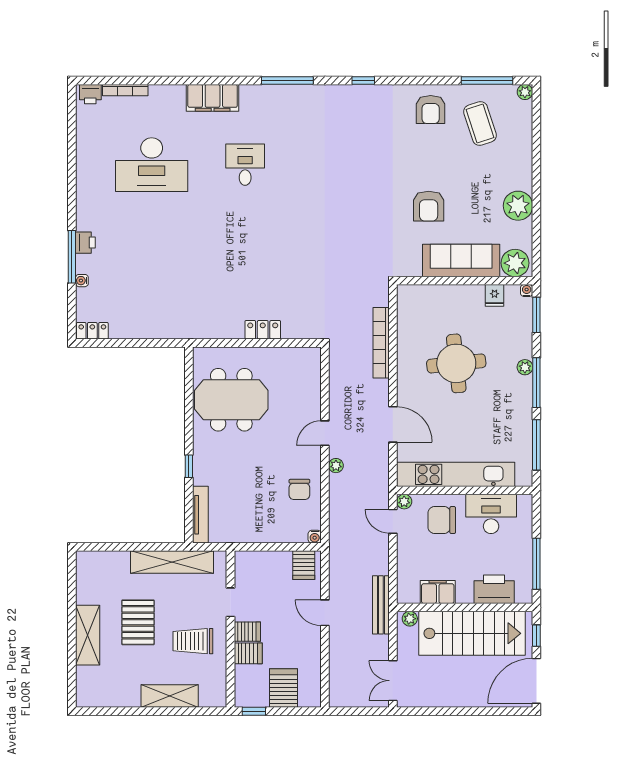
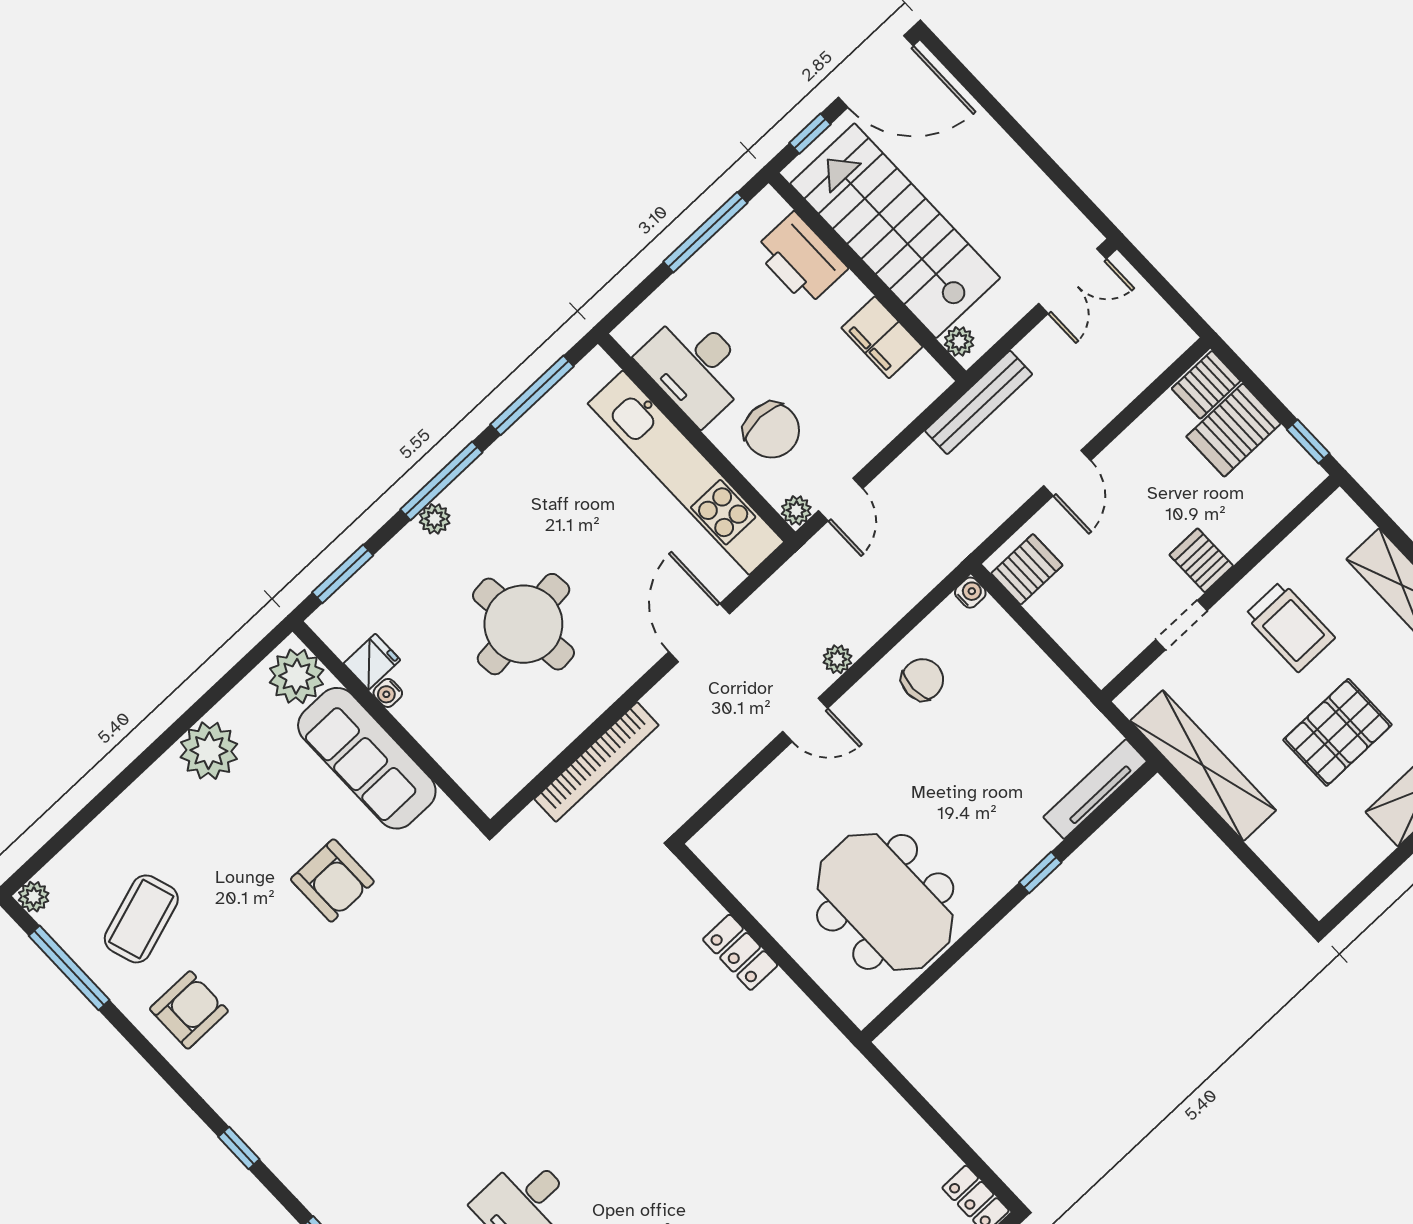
armchair: (429, 206) -> (332, 880), turned 90
water cooler: (527, 291) -> (388, 693), moved
server rack: (248, 653) -> (1206, 385), moved, turned -90

